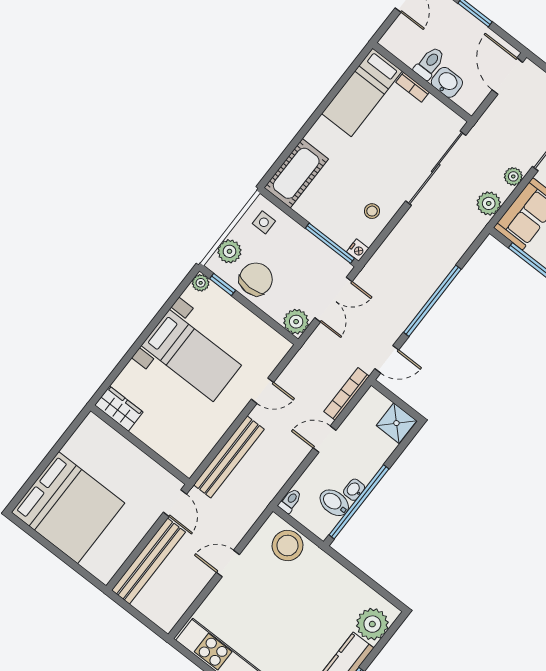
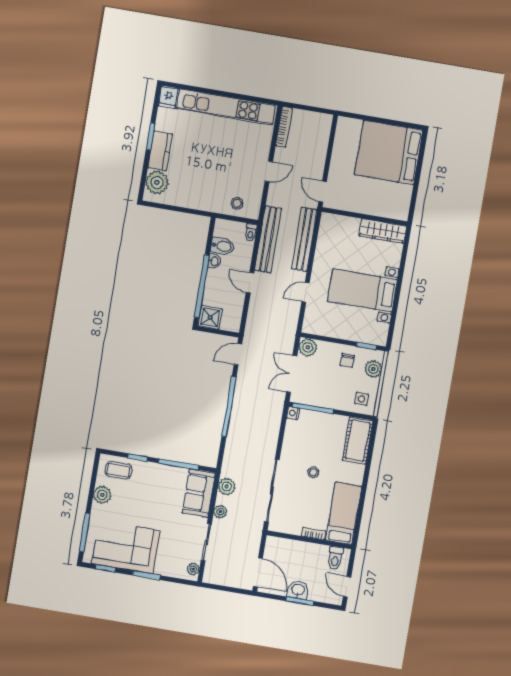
toilet: (429, 63) -> (335, 558), moved
washbasin: (447, 82) -> (298, 590), moved, turned 180
stool: (372, 211) -> (313, 472), moved
chair: (256, 279) -> (347, 360), width x0.54, depth x0.54
plant: (201, 283) -> (381, 339), removed
bookcase: (347, 394) -> (284, 127), moved
wardrobe: (119, 409) -> (383, 231), width x1.50
door: (325, 439) -> (250, 283), swing flipped
window: (359, 502) -> (202, 286), moved
stool: (288, 546) -> (237, 203), width x0.53, depth x0.53
bench: (148, 561) -> (268, 239), moved

